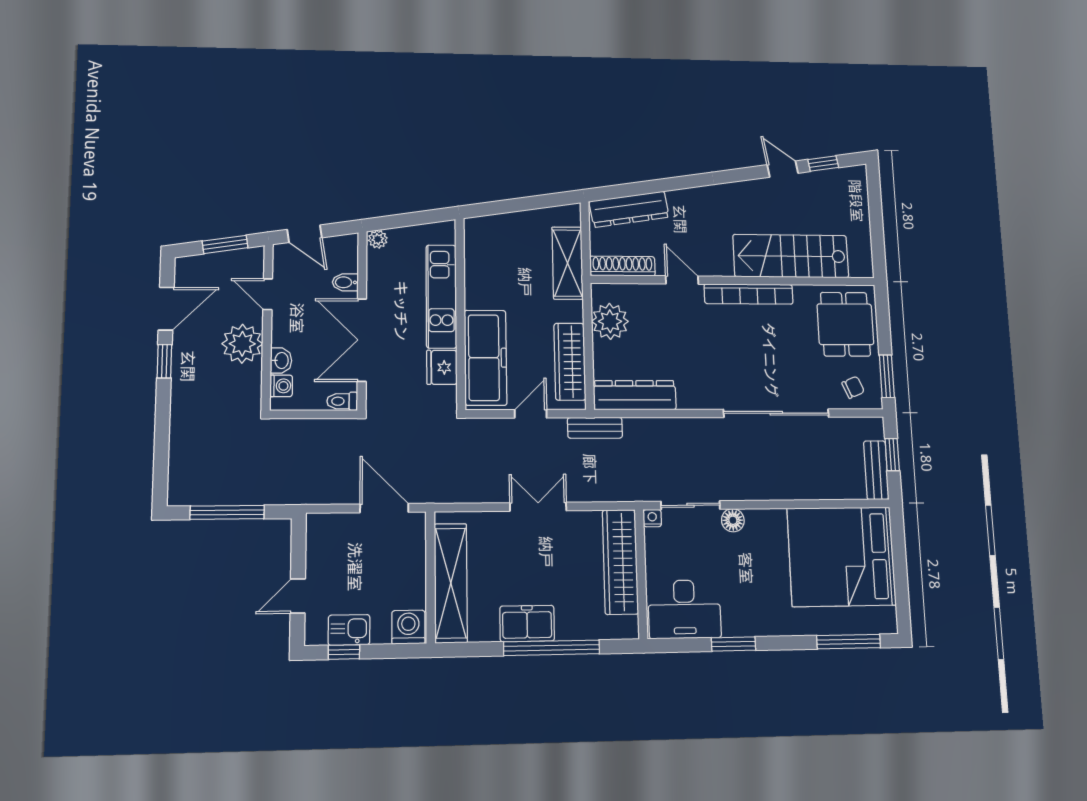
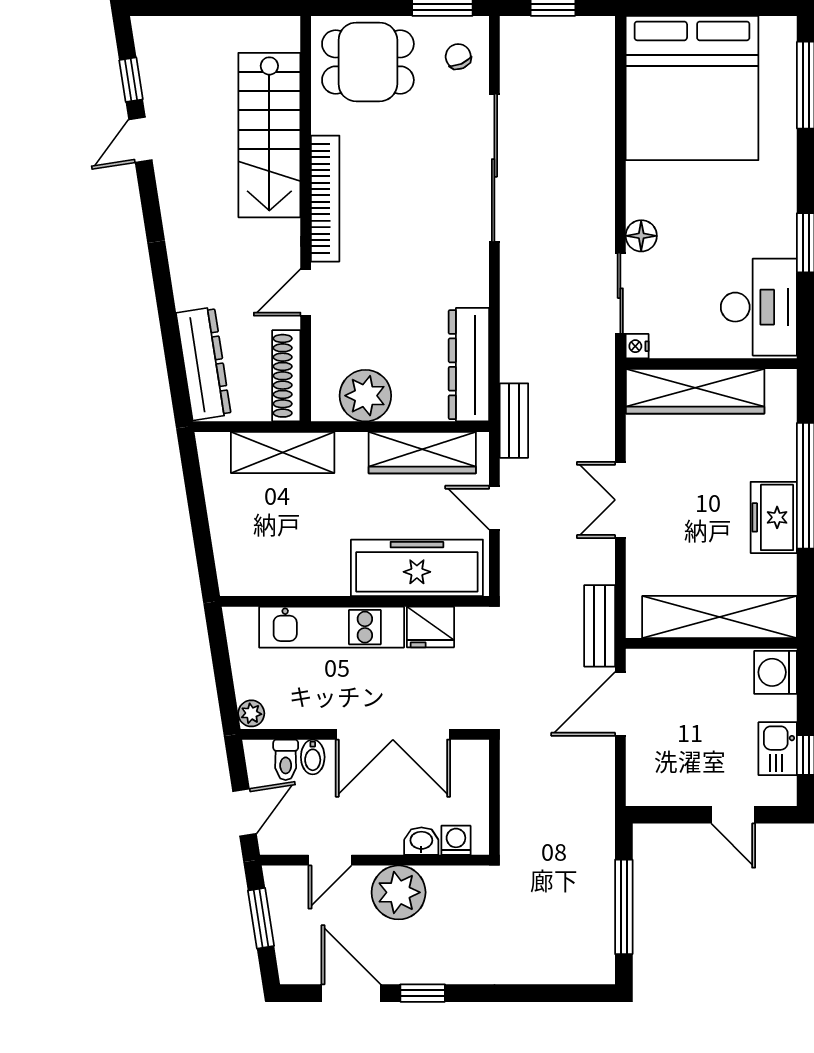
toilet: (342, 401) -> (286, 760), moved
bench: (876, 470) -> (600, 626), moved, turned 90

